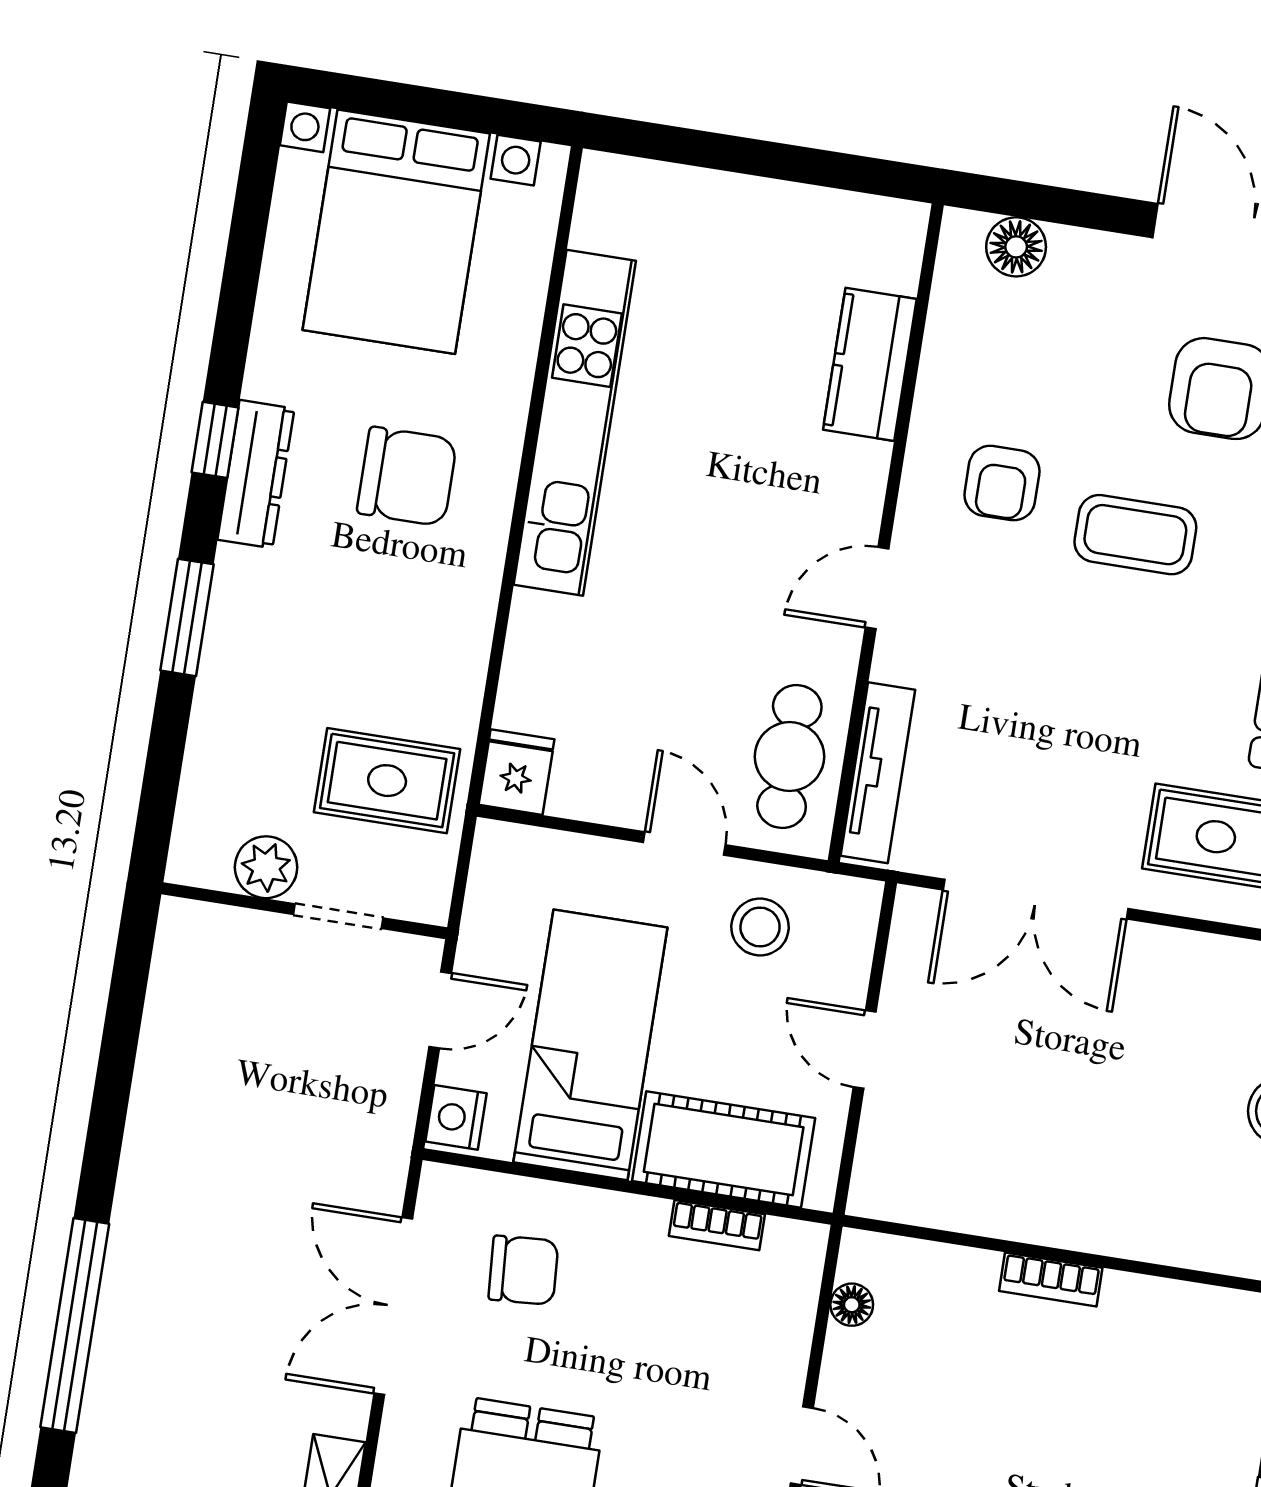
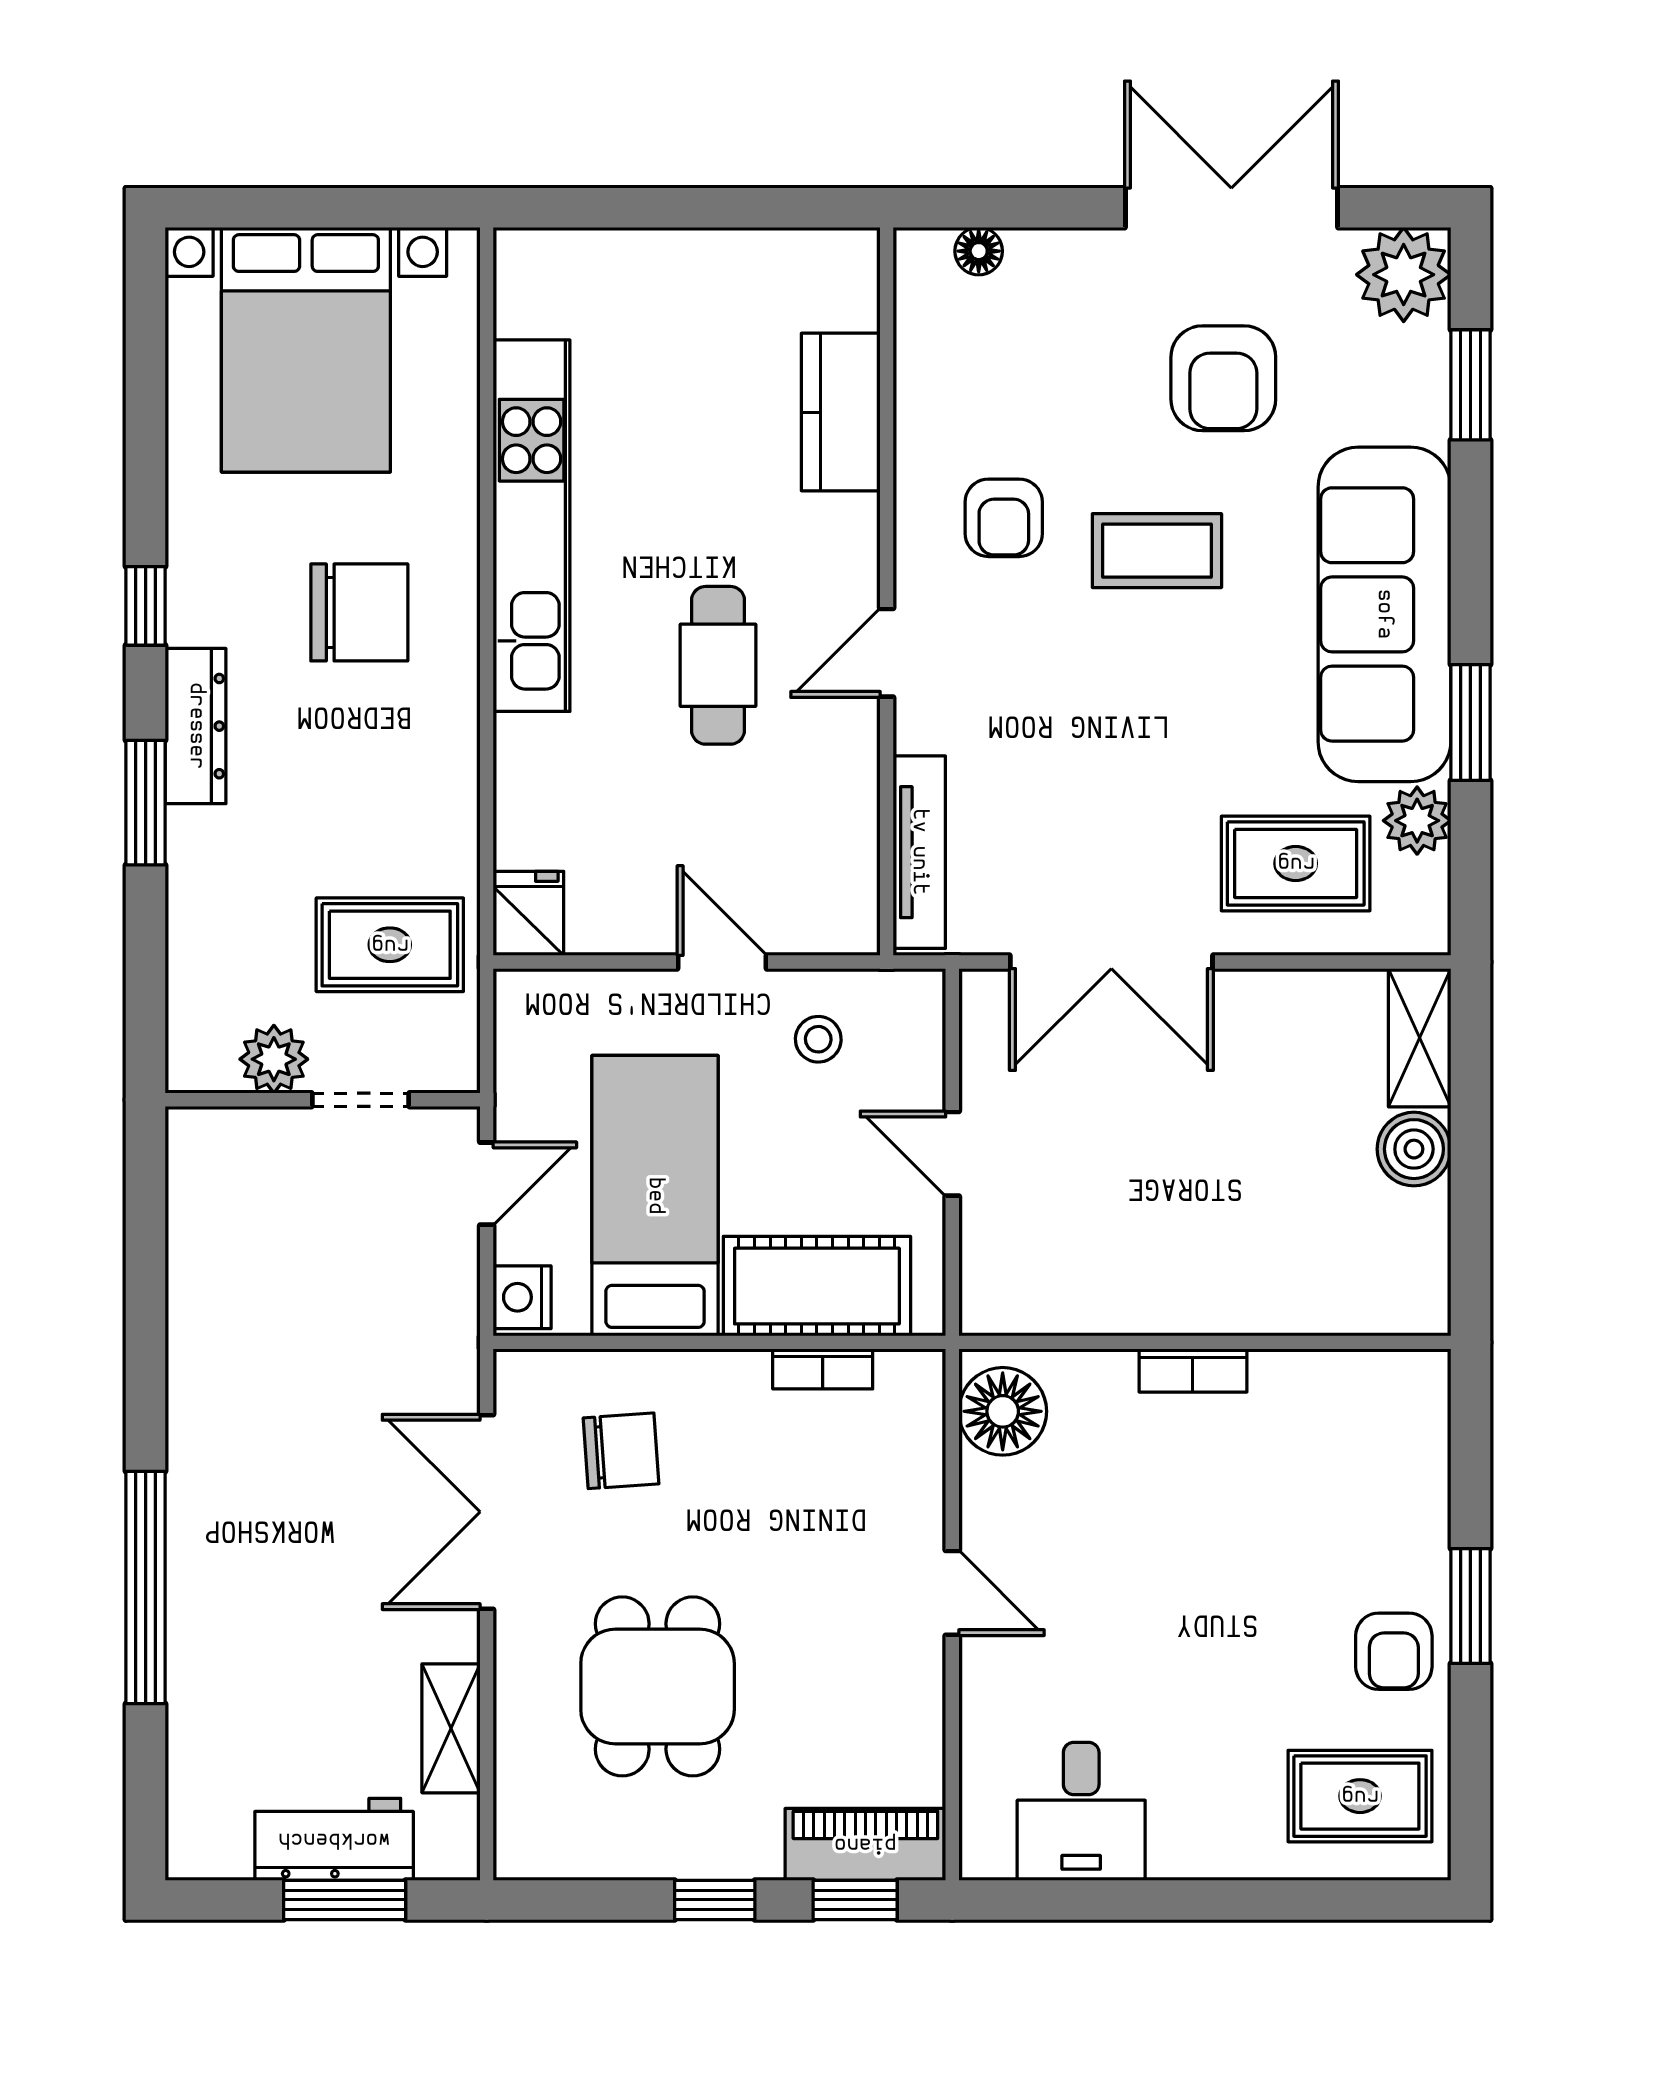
floor lamp: (1016, 247) -> (979, 251), width x0.73, depth x0.73
dresser: (256, 474) -> (196, 726), moved
cafe table: (789, 757) -> (718, 665), moved
stool: (760, 927) -> (818, 1039), width x0.73, depth x0.73
floor lamp: (852, 1305) -> (1003, 1411), width x1.89, depth x1.89

